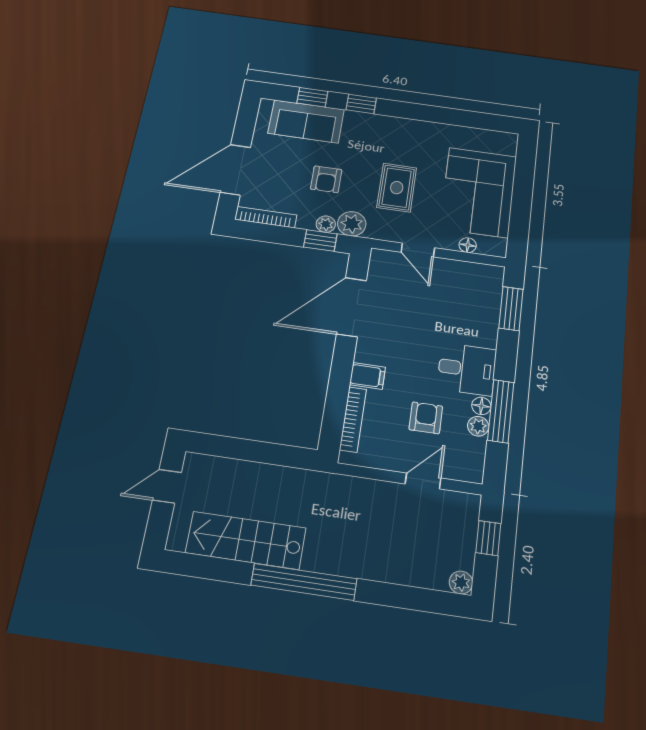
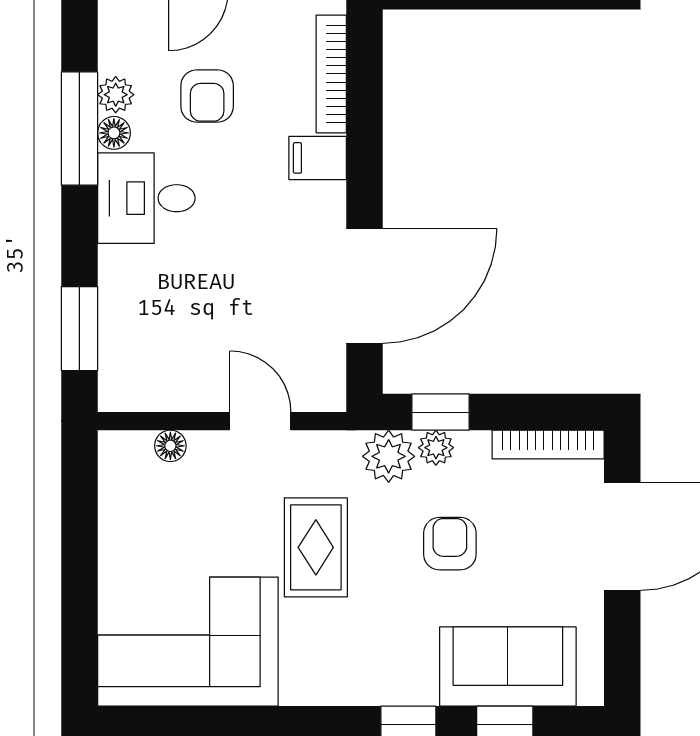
corner sofa: (478, 192) -> (188, 642), moved, turned -90

